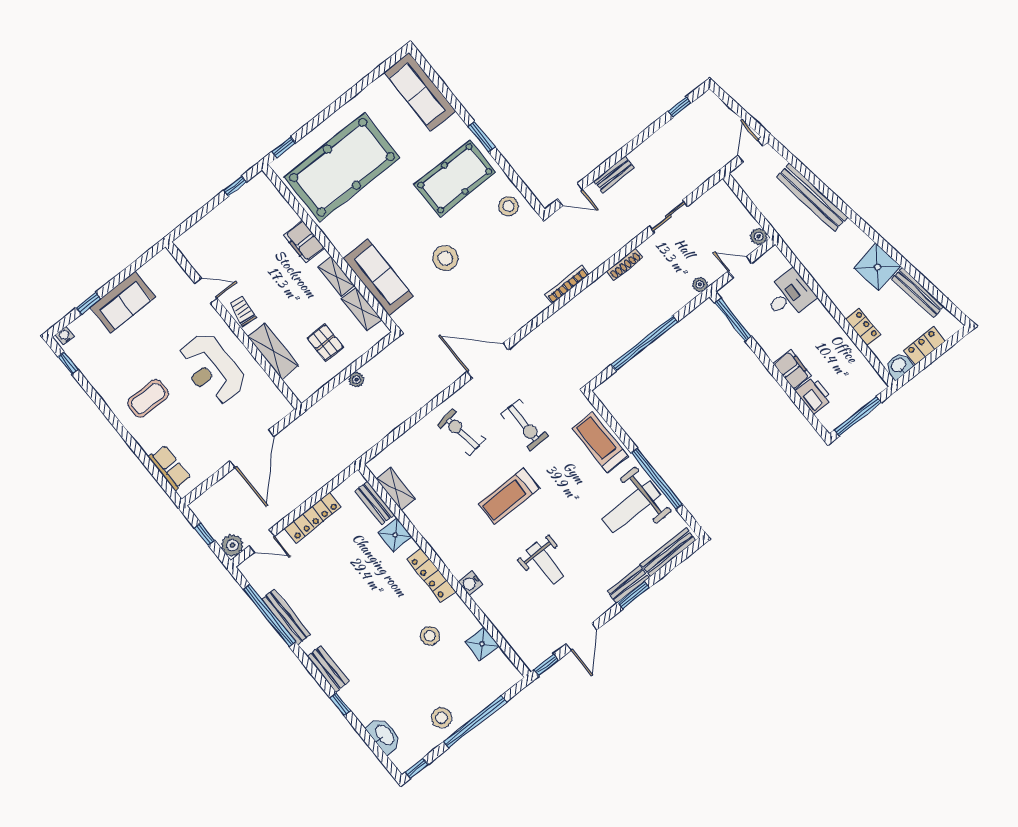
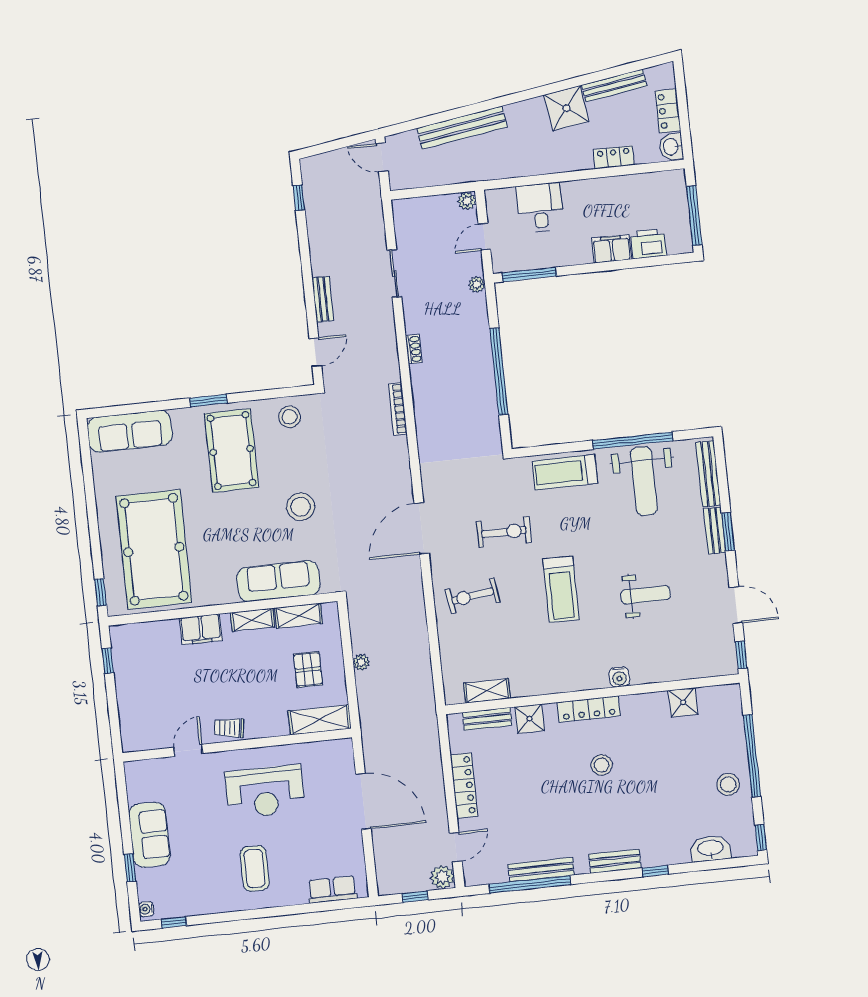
shoe rack: (625, 264) -> (414, 349), width x0.70
pallet: (325, 343) -> (308, 670), turned 90
shelving: (273, 351) -> (320, 720), moved
stool: (430, 636) -> (602, 765), moved

